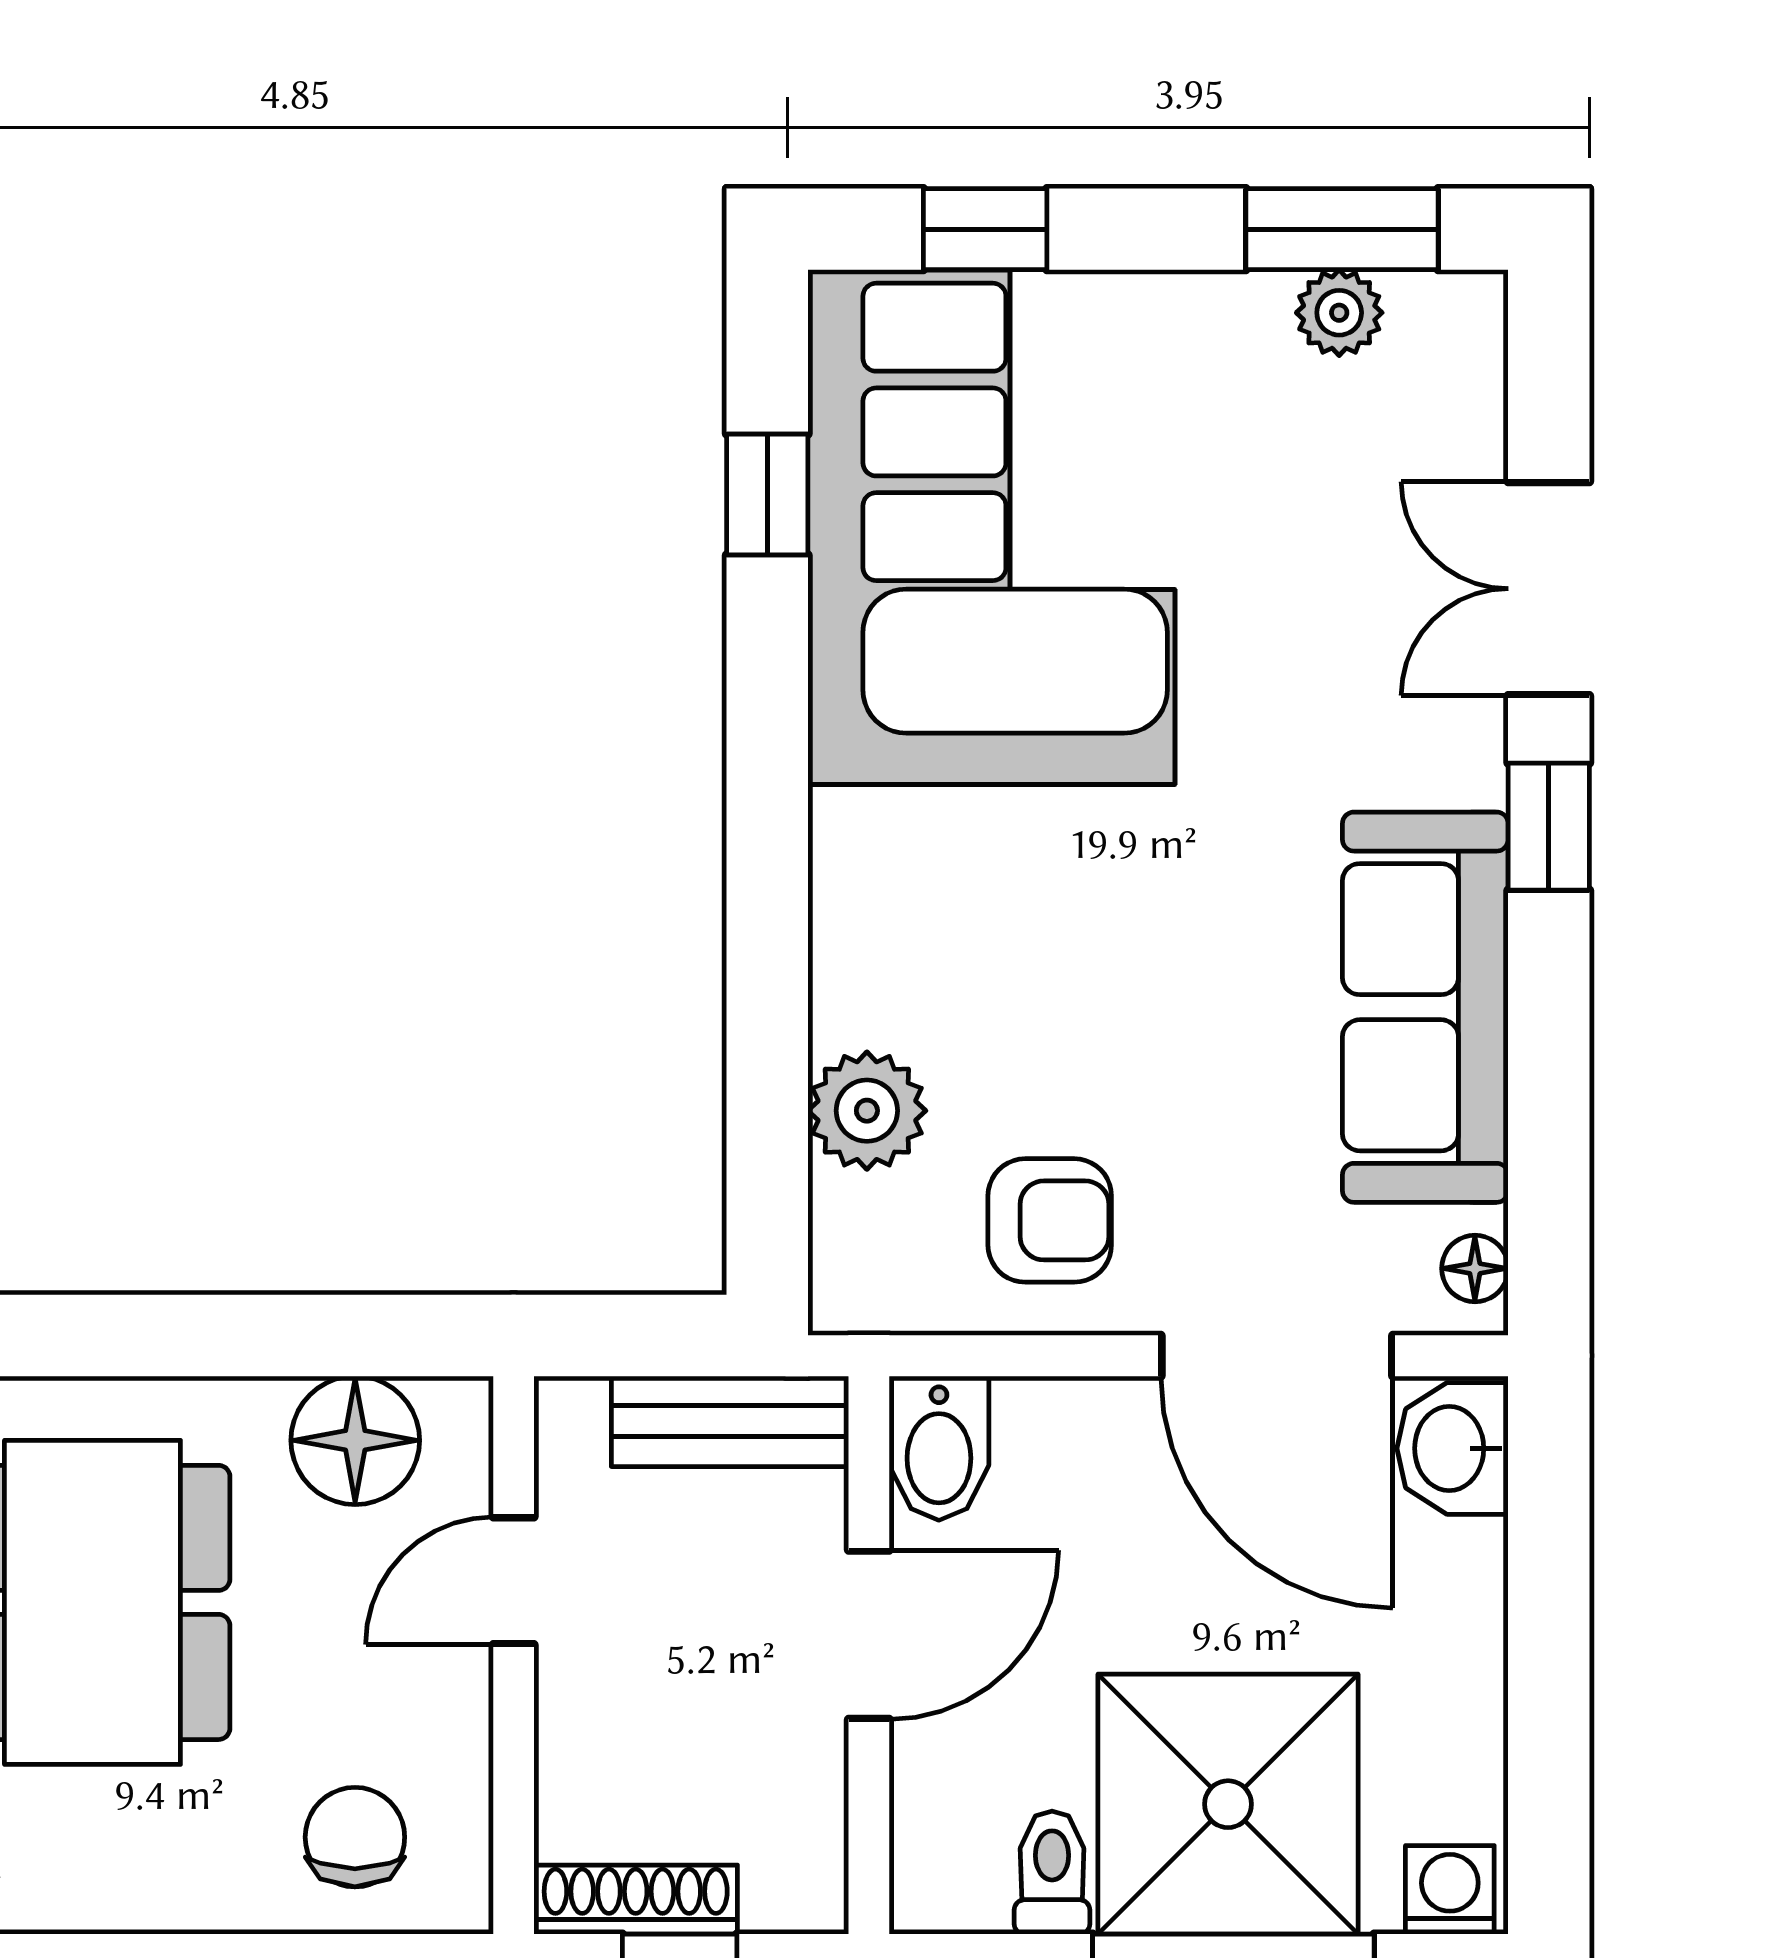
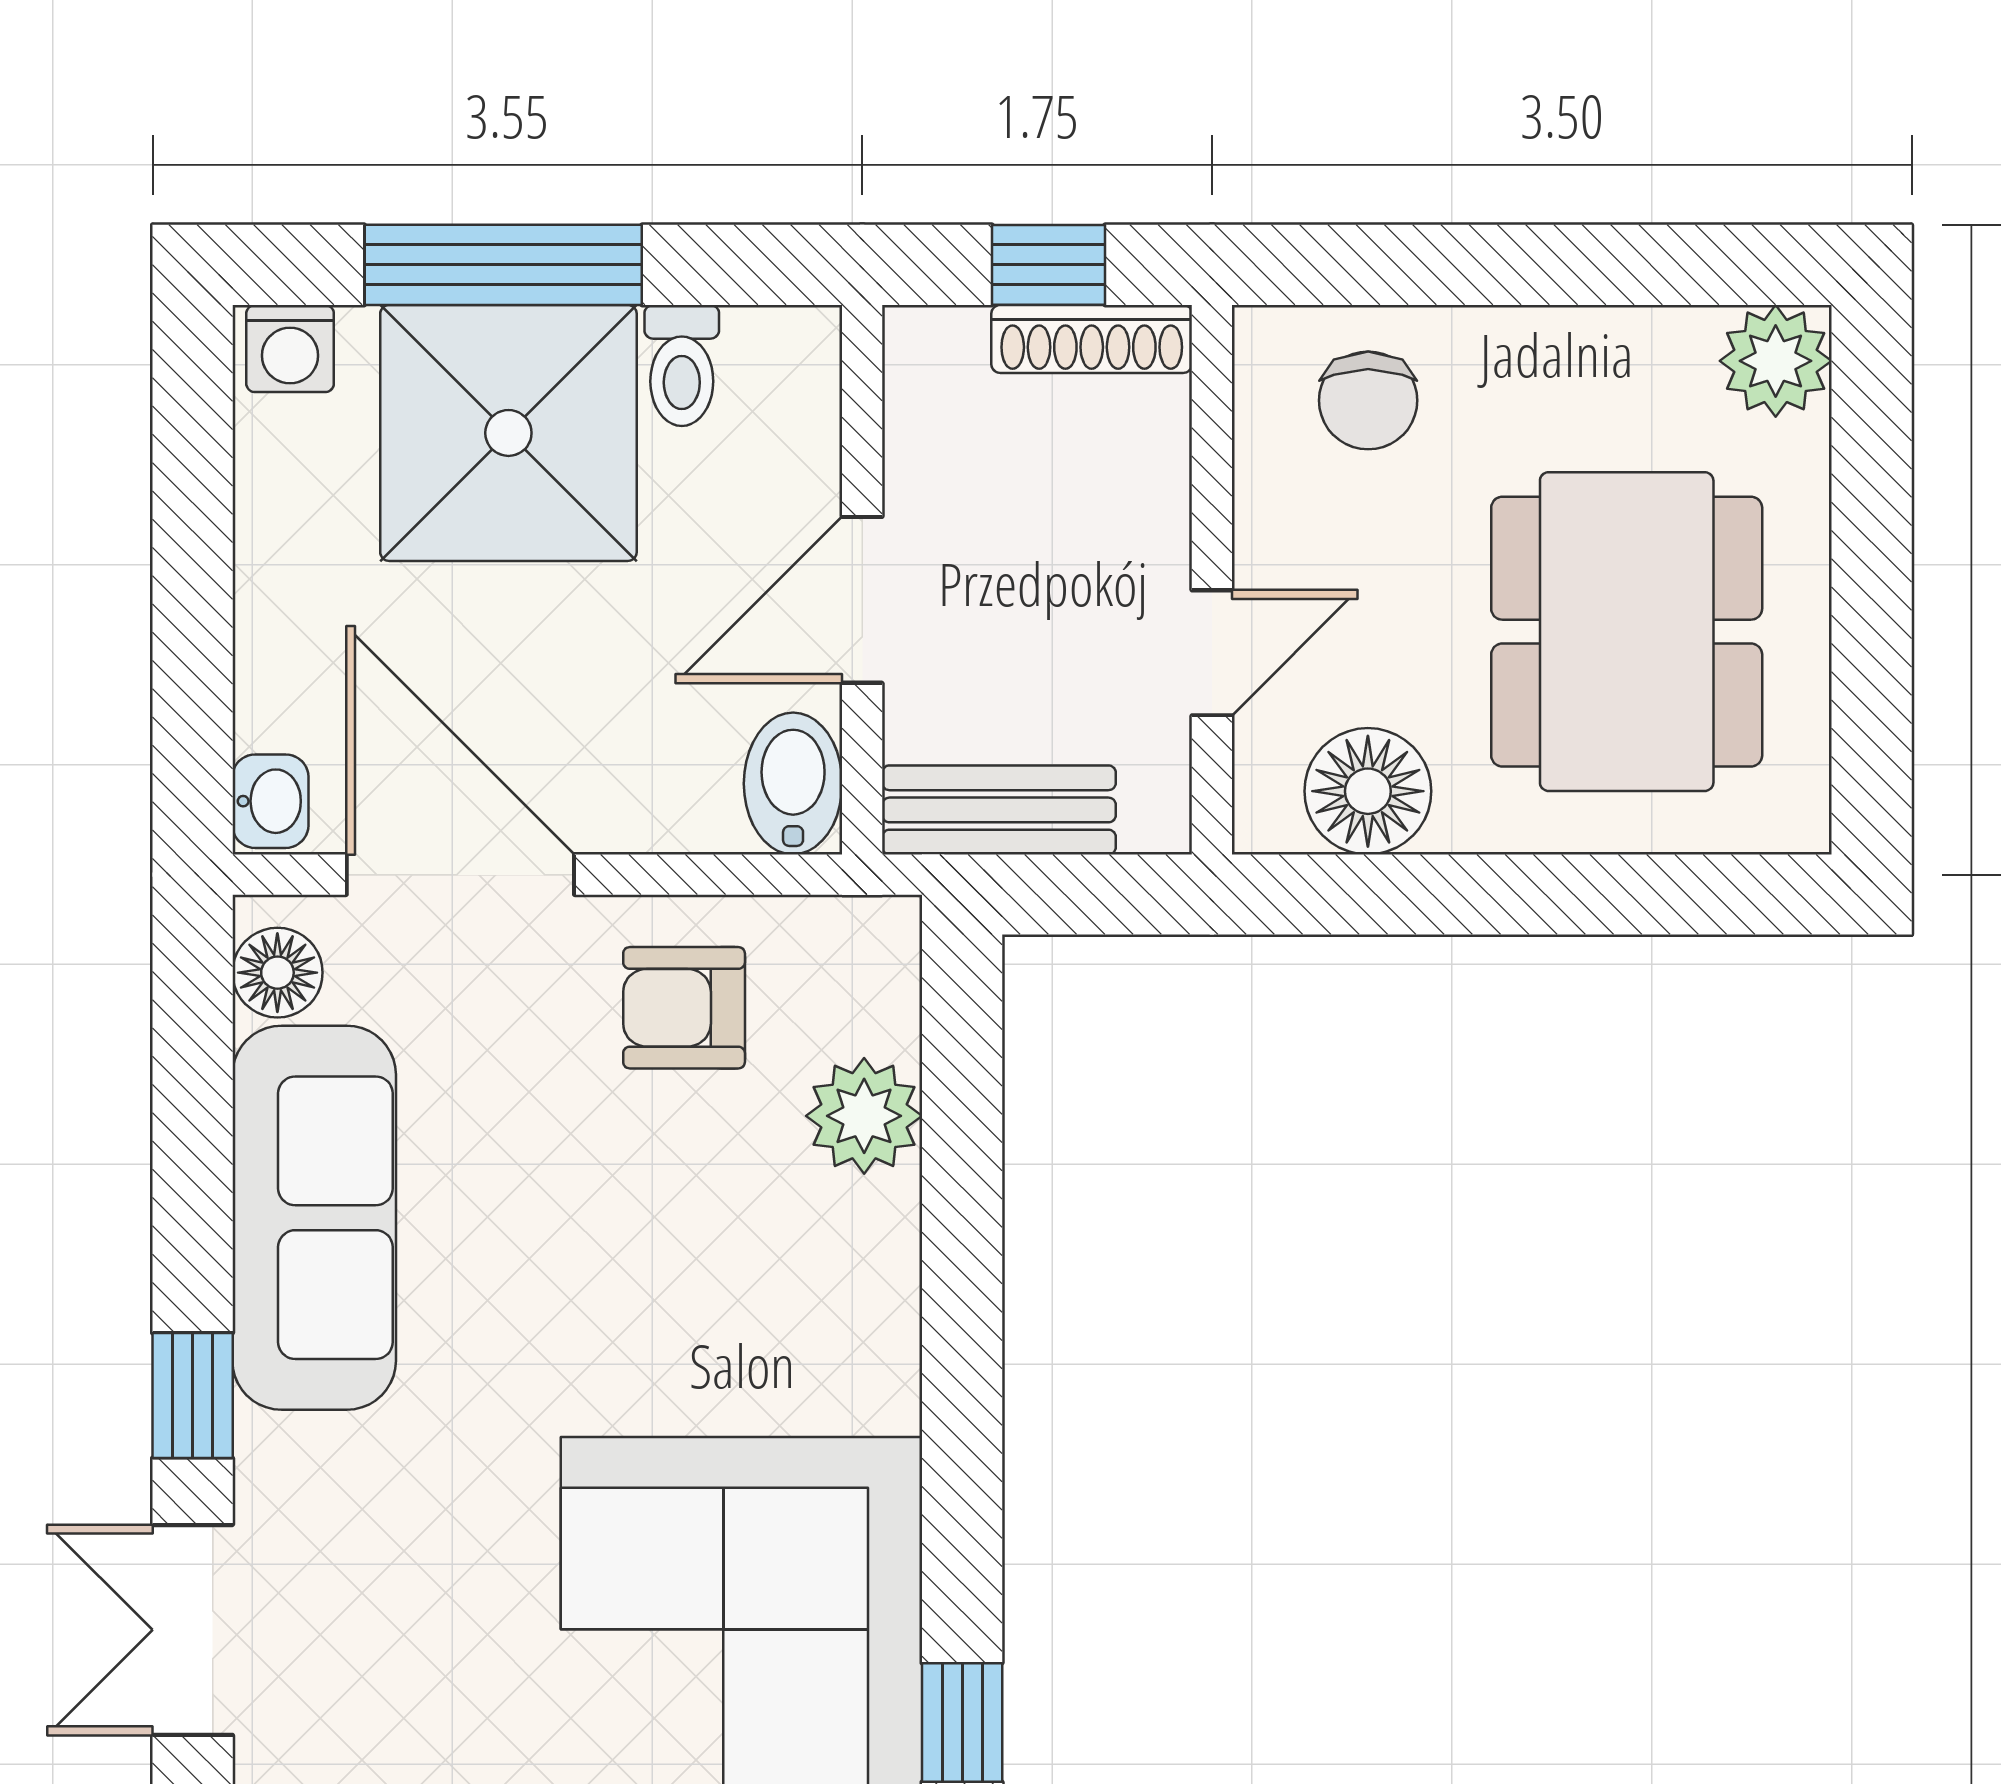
double door: (1549, 589) -> (193, 1630), swing flipped
floor lamp: (1475, 1268) -> (277, 973), width x1.37, depth x1.37
washbasin: (1453, 1448) -> (270, 801), width x0.72, depth x0.69

